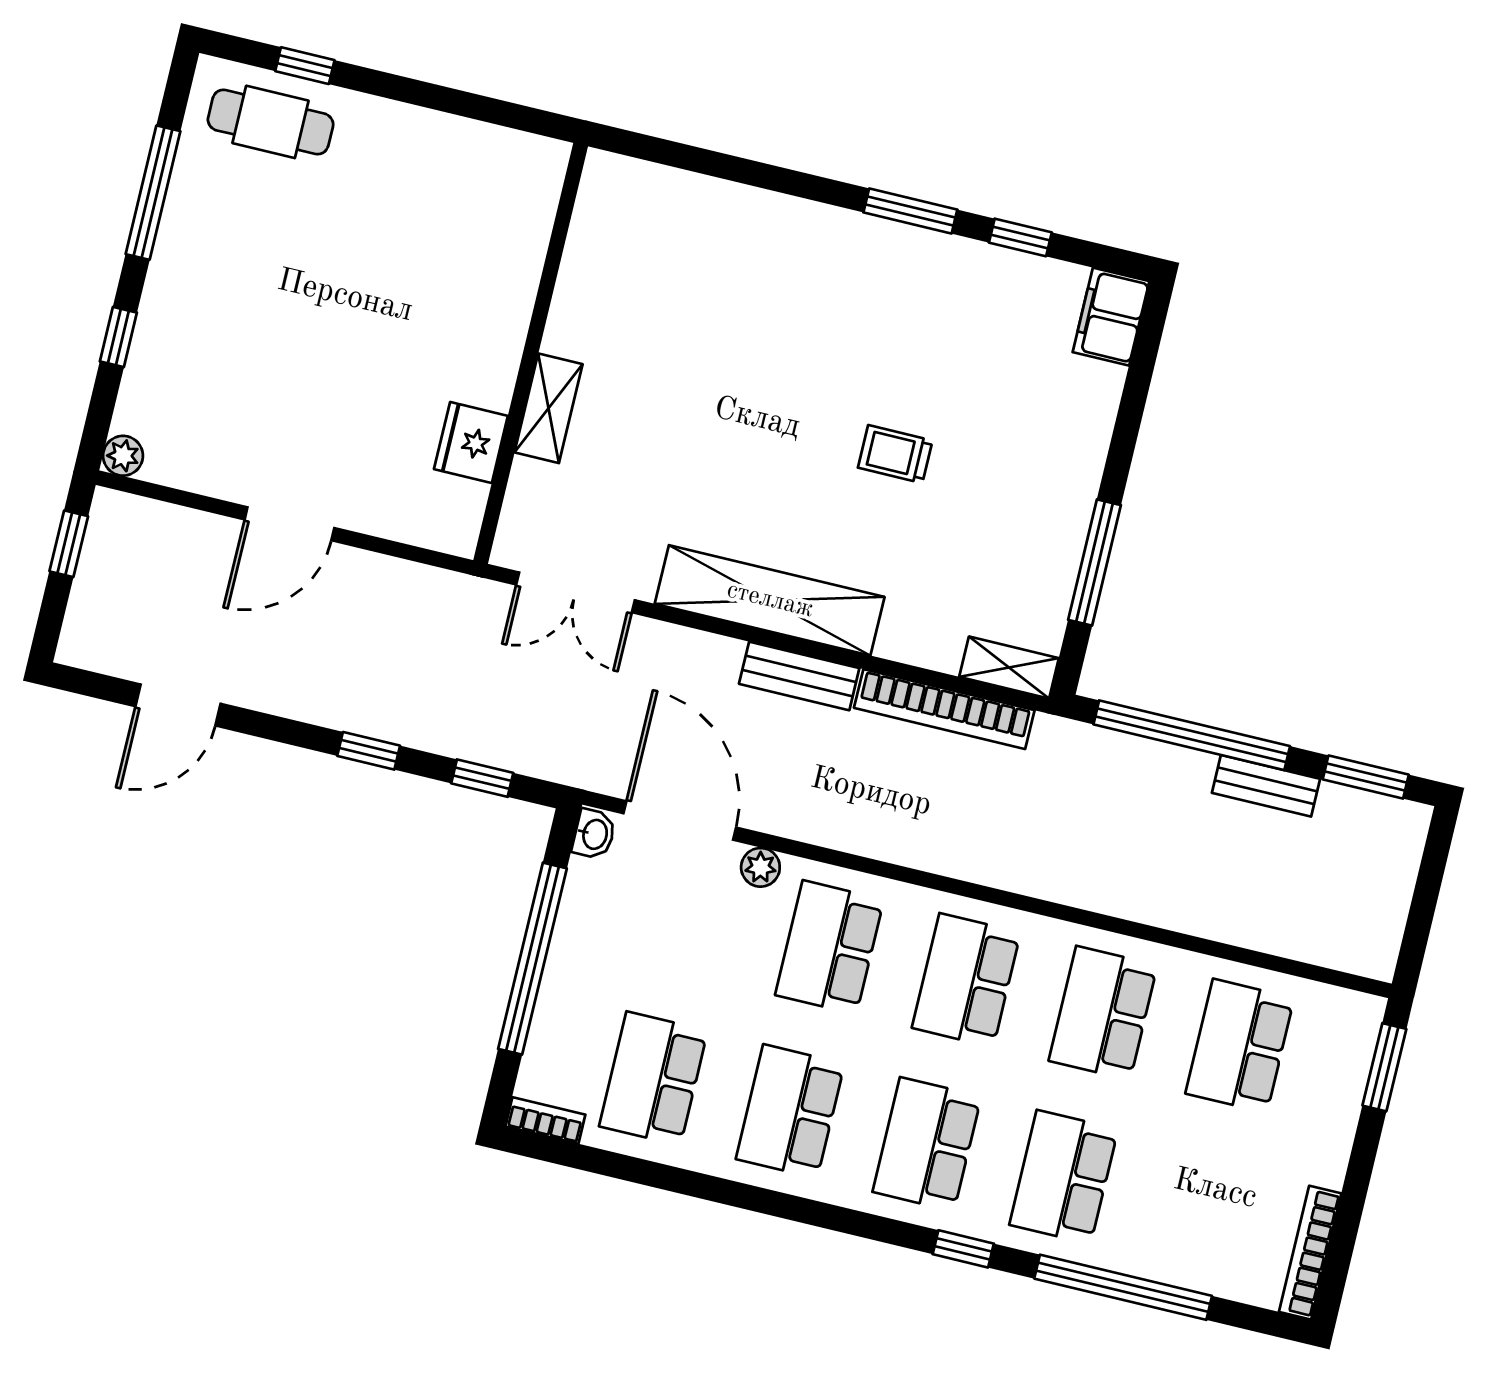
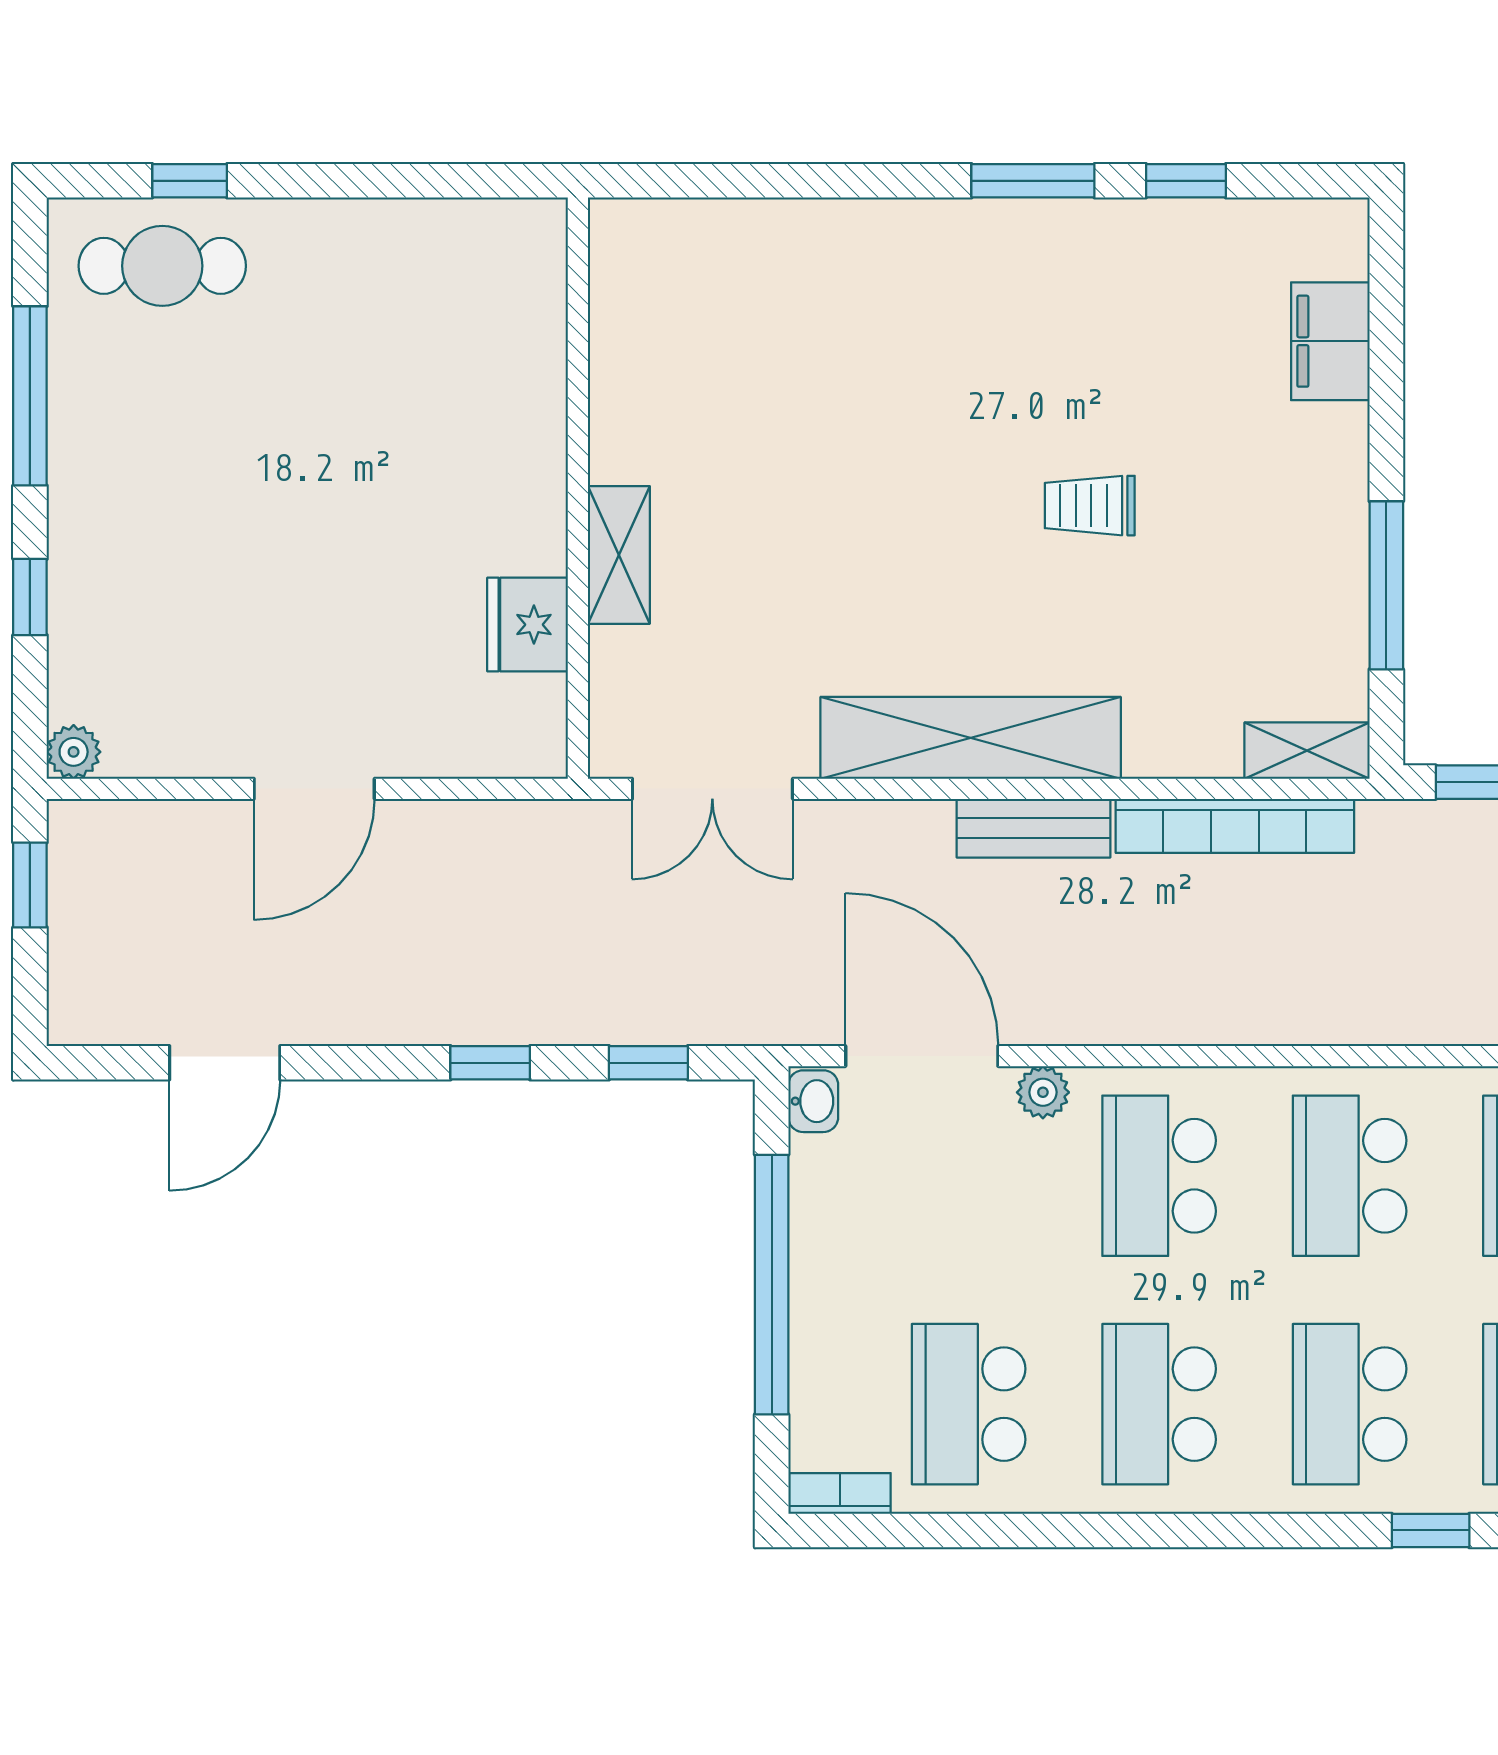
filing cabinet: (1111, 317) -> (1330, 341), moved

